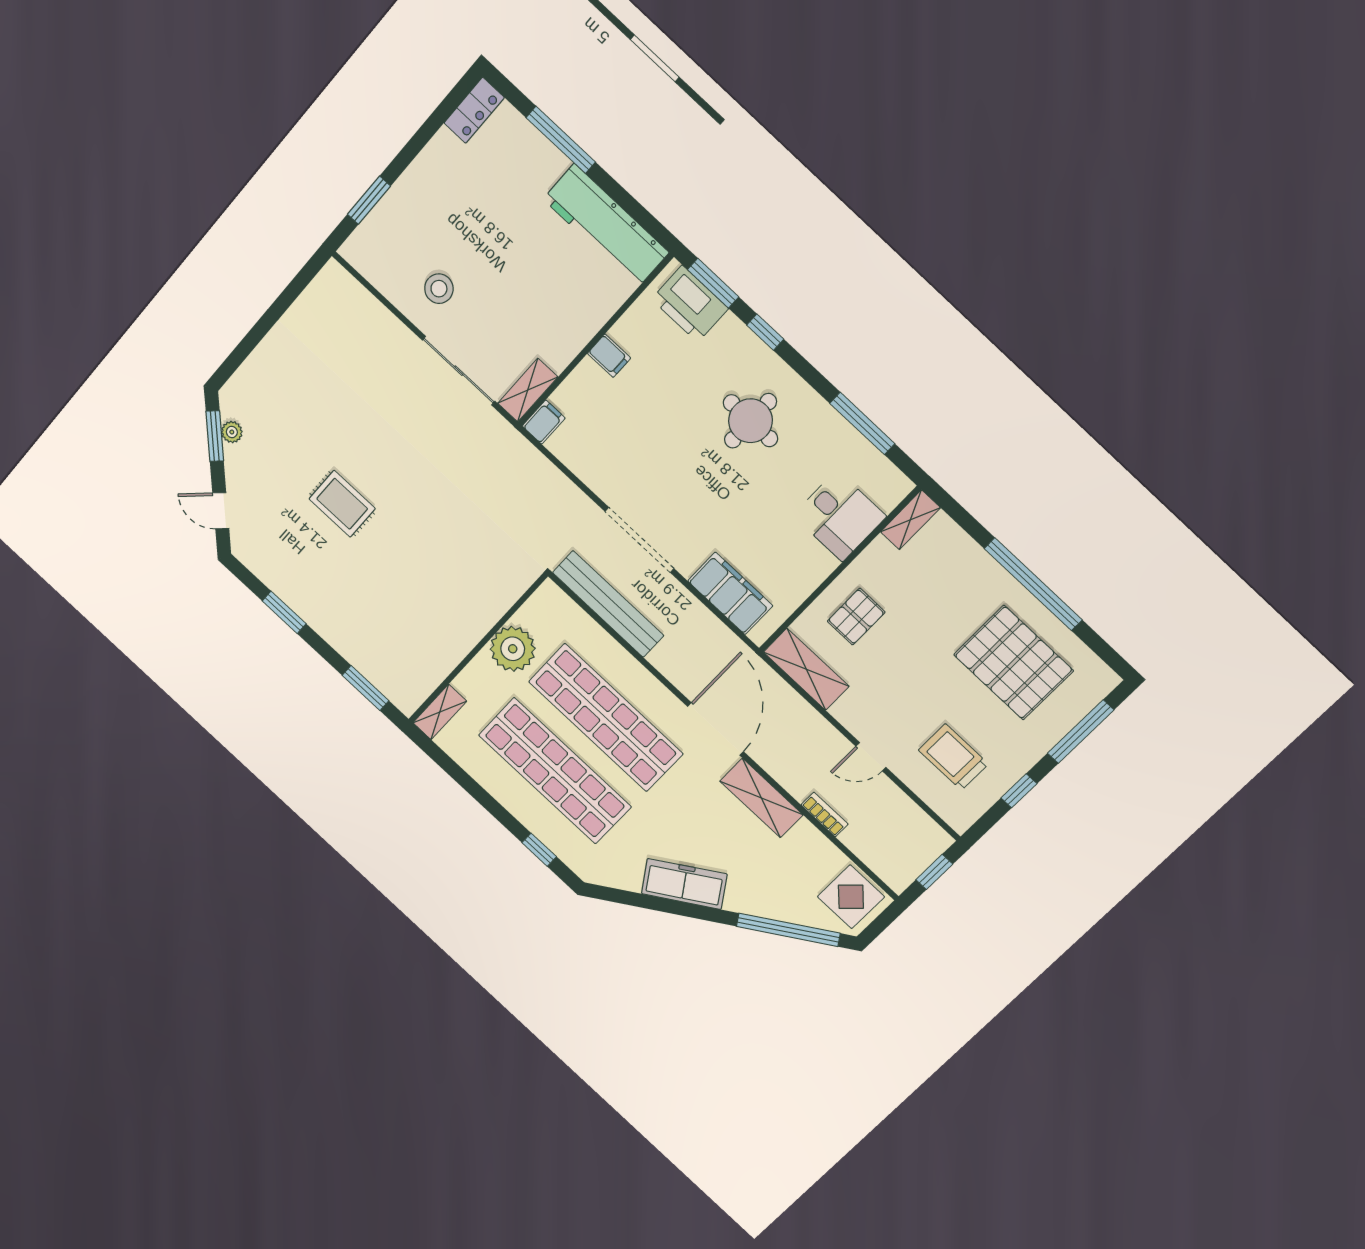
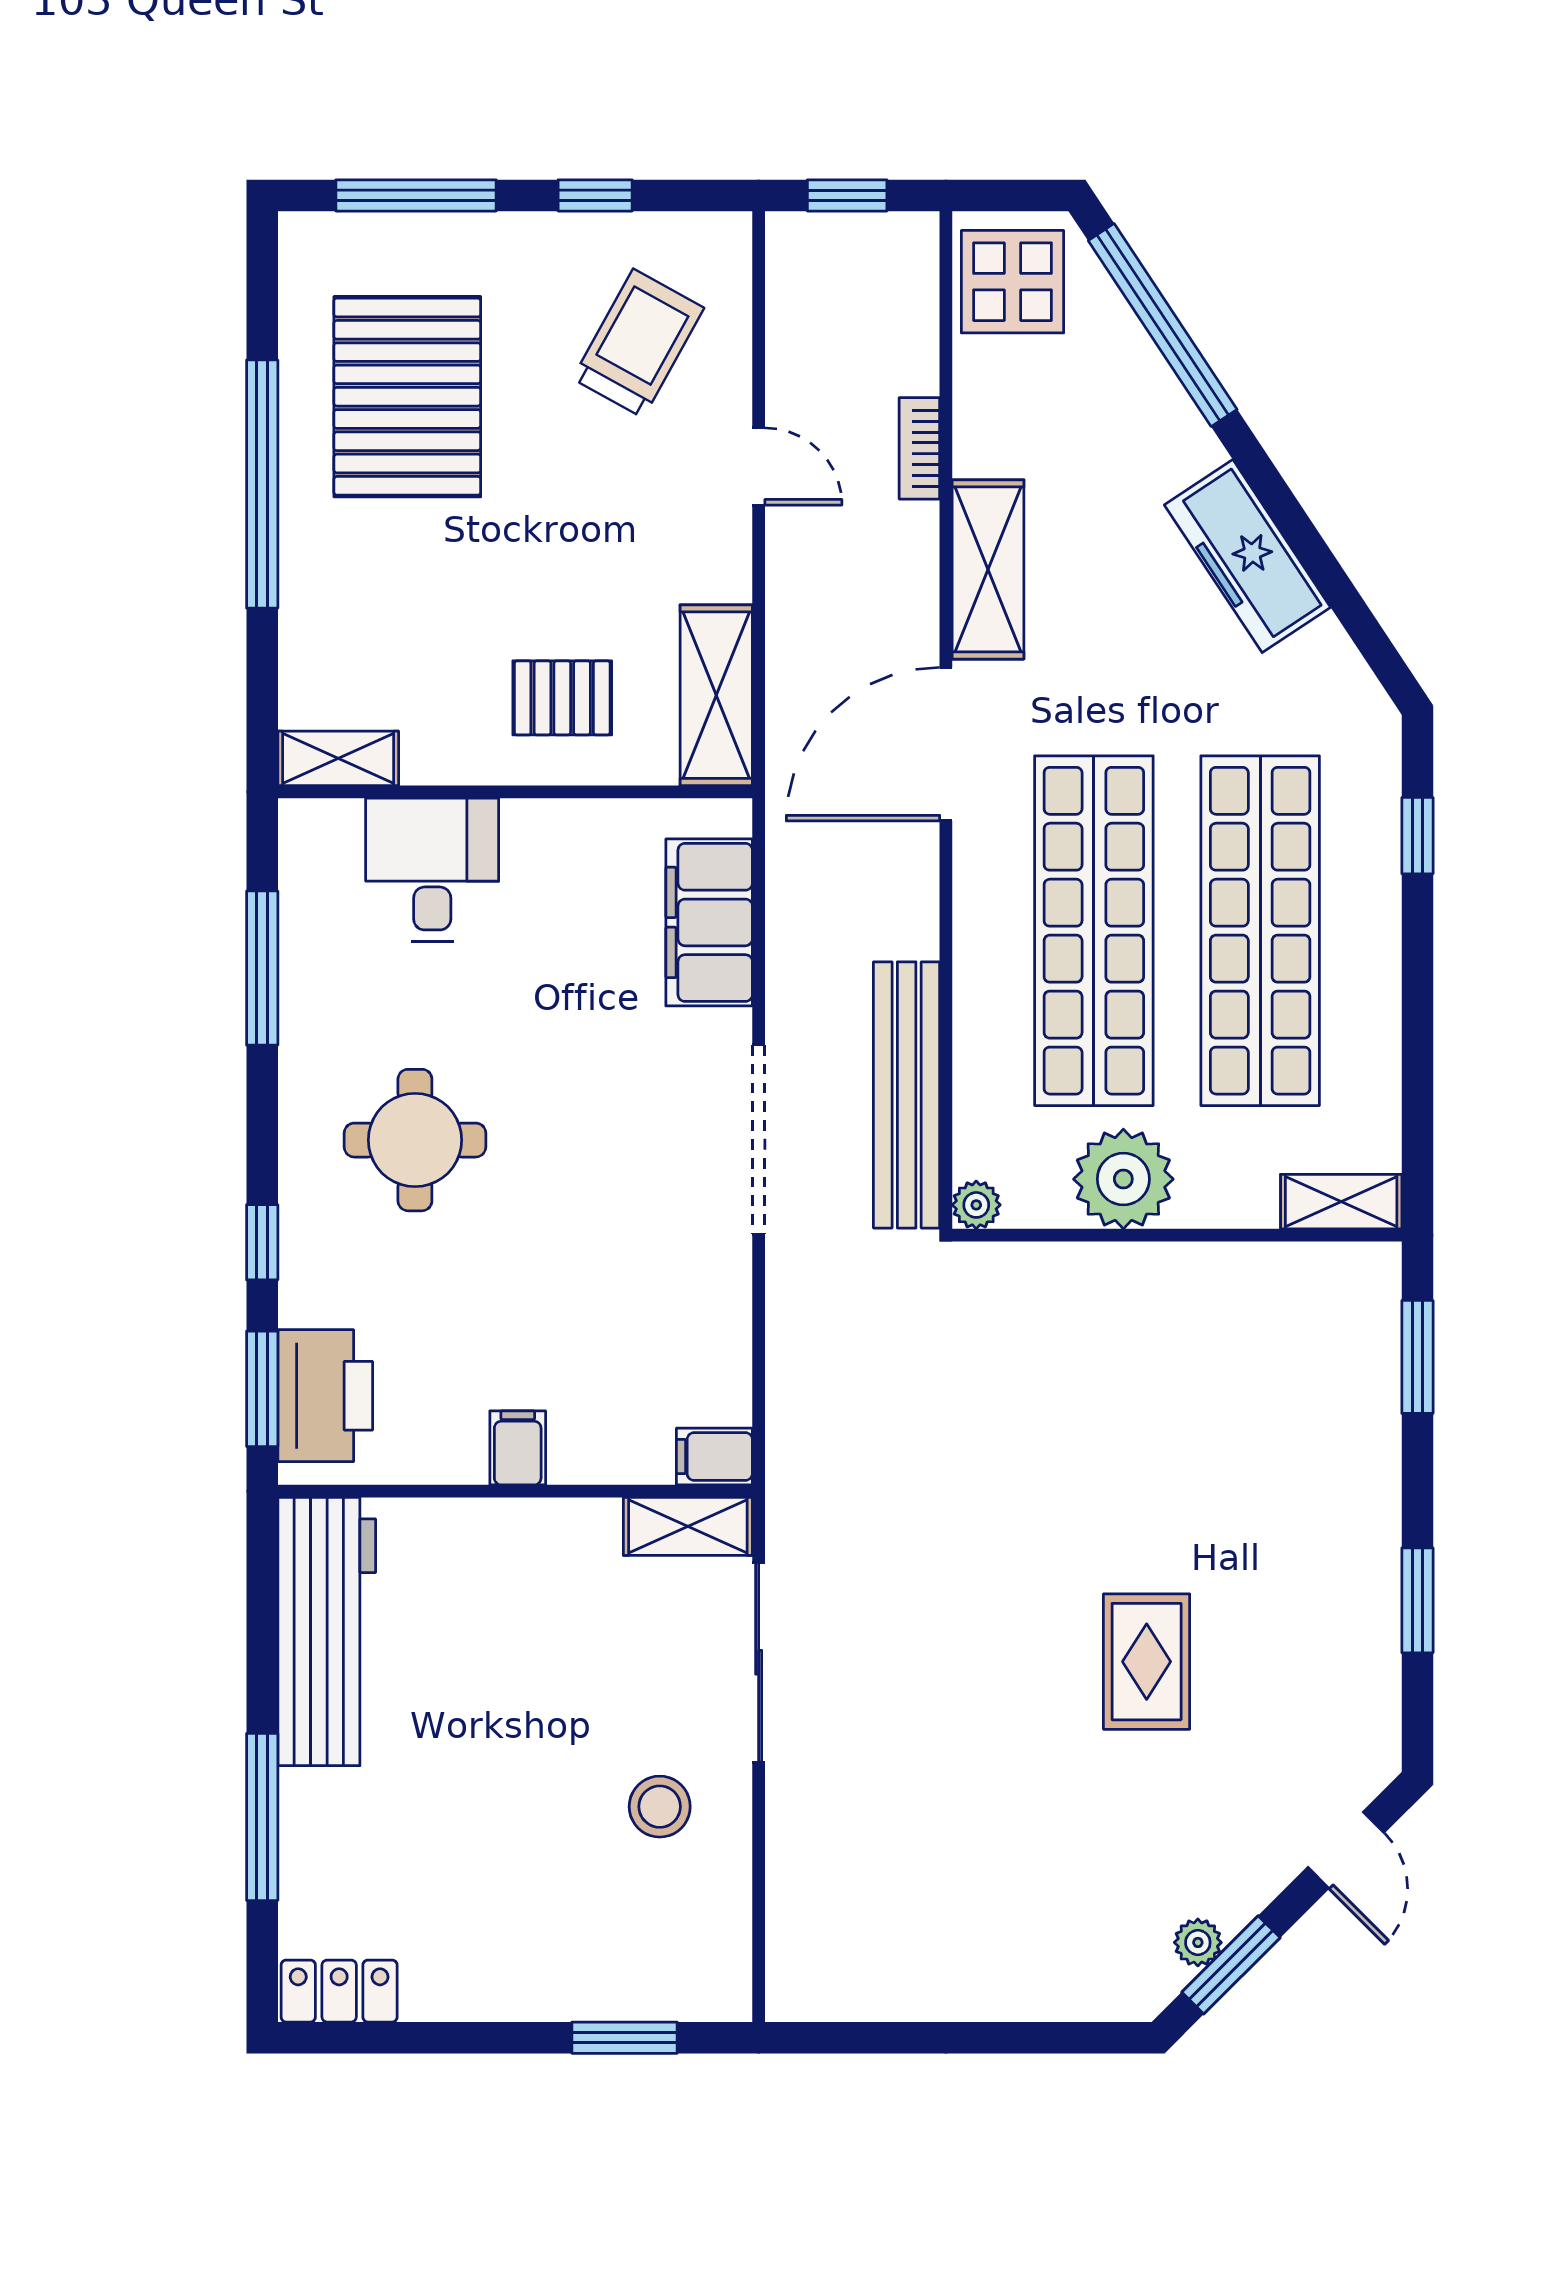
plant: (549, 592) -> (976, 1205), added
trolley: (953, 757) -> (638, 343), turned -151

